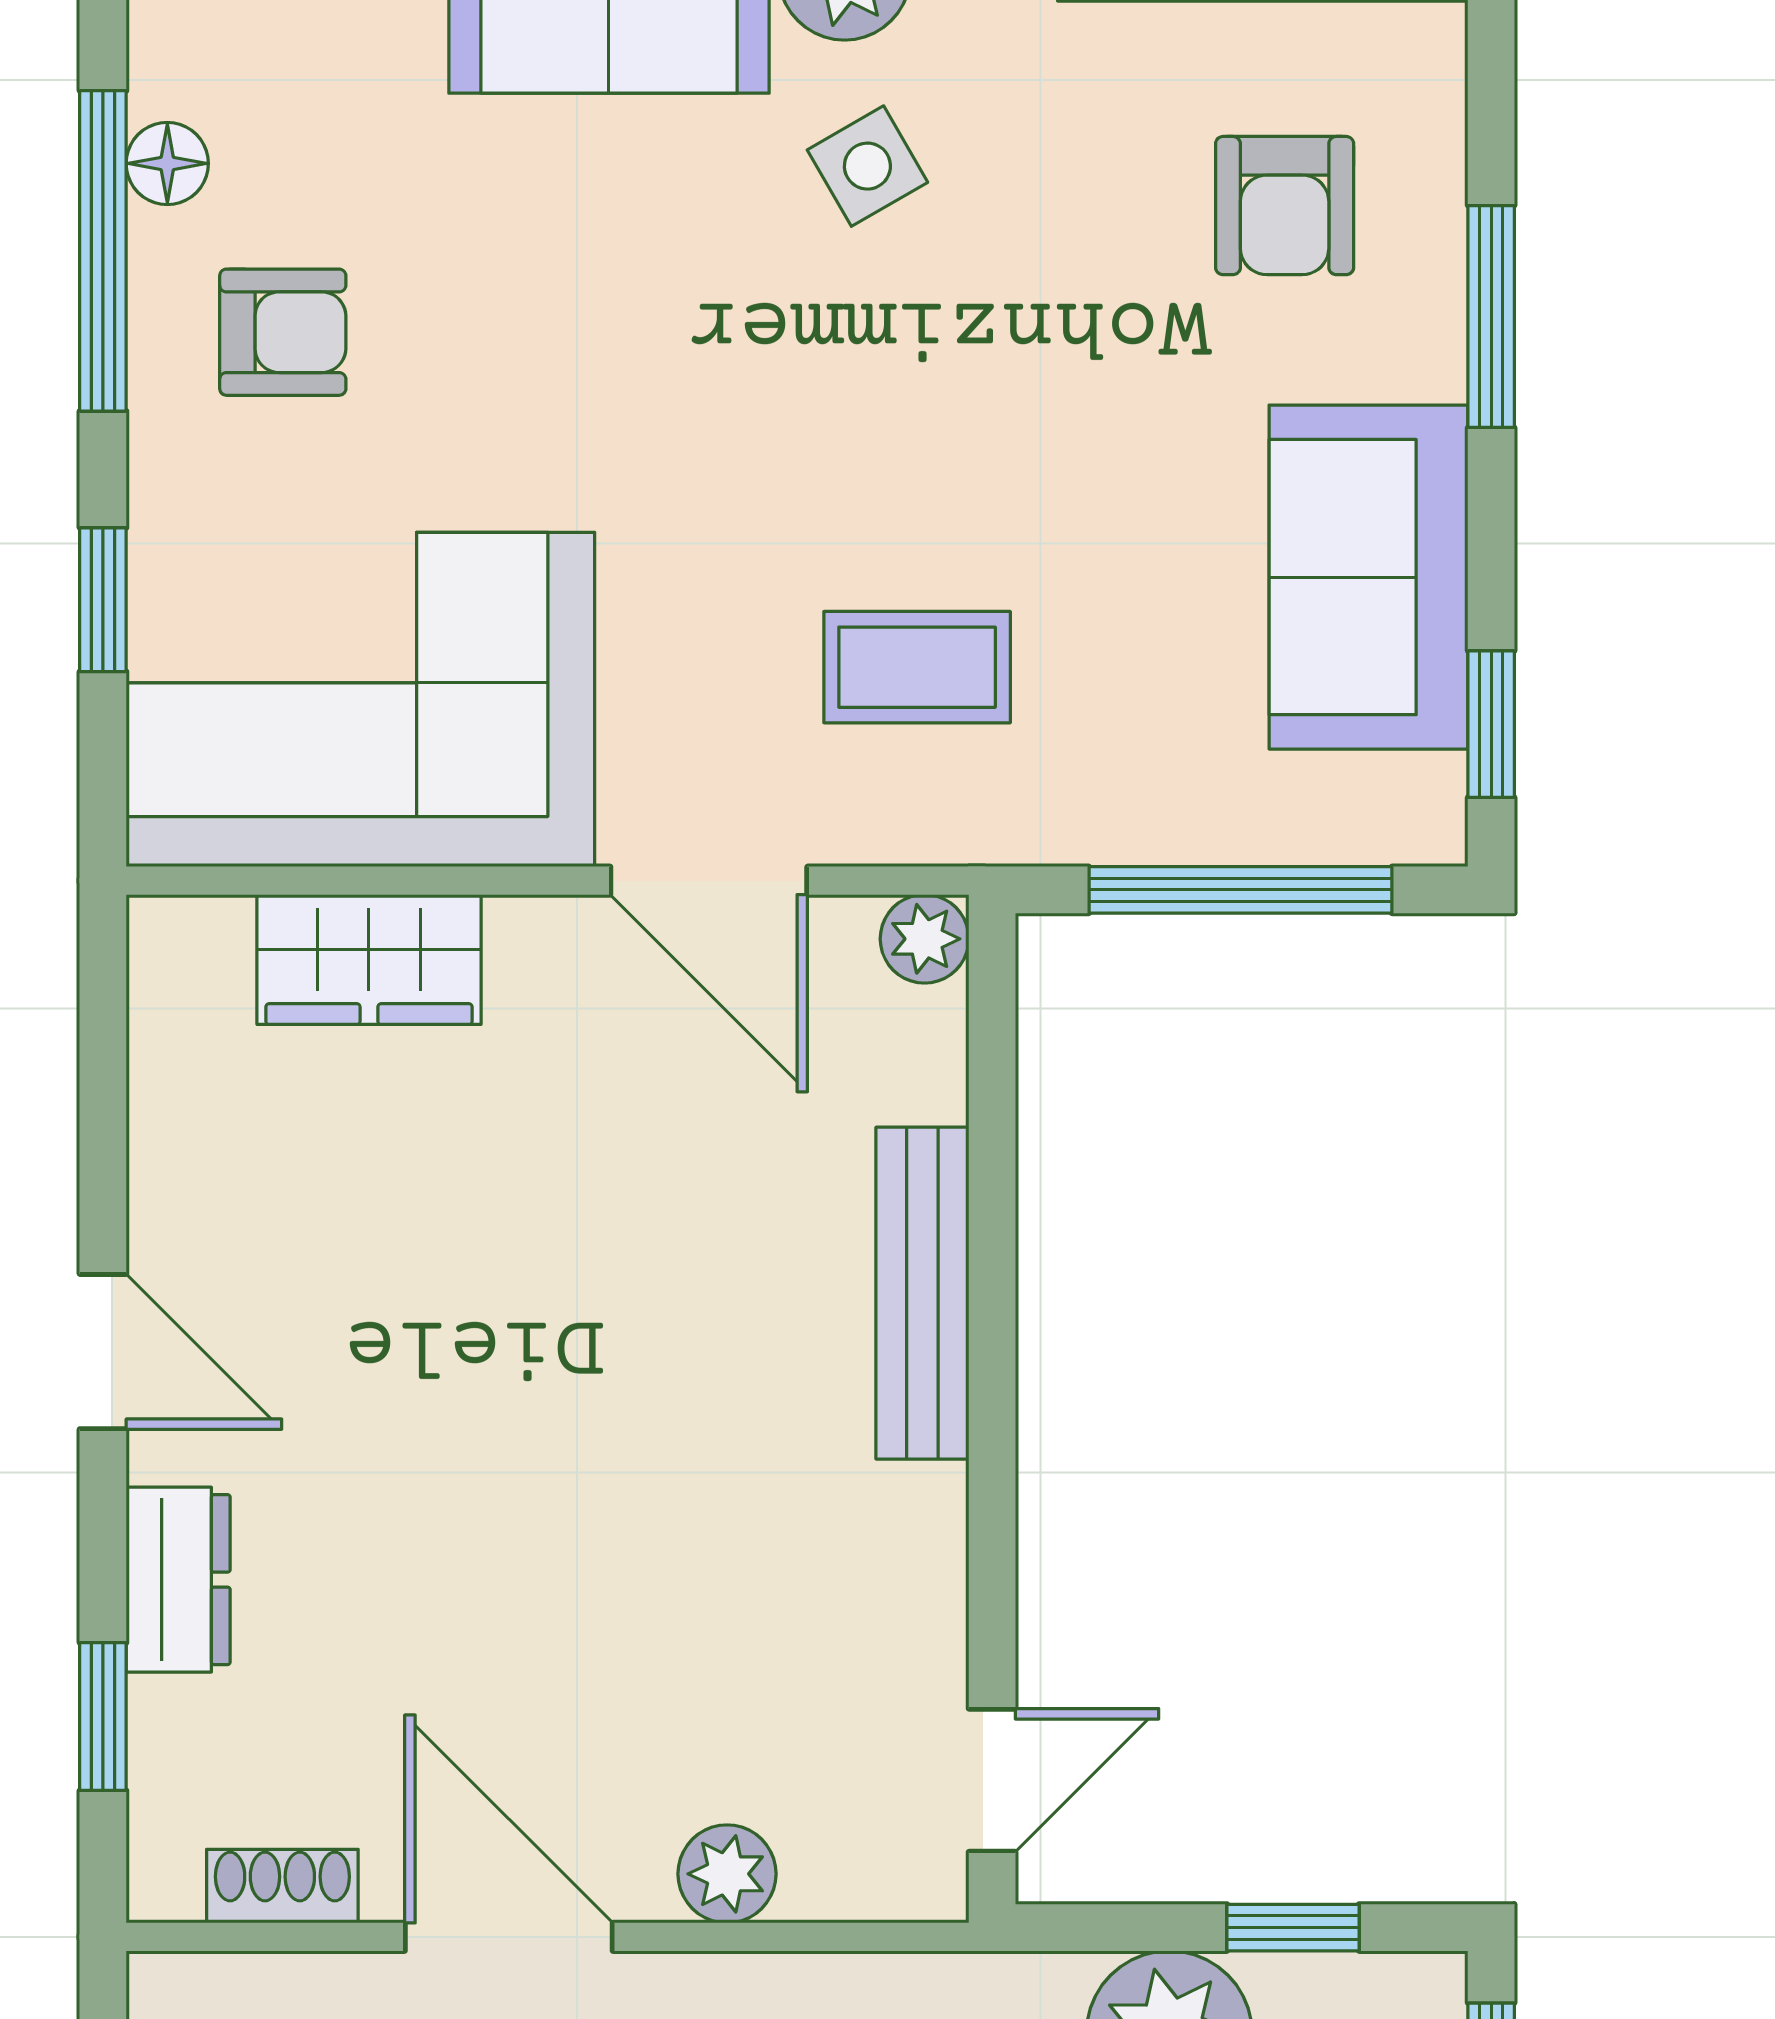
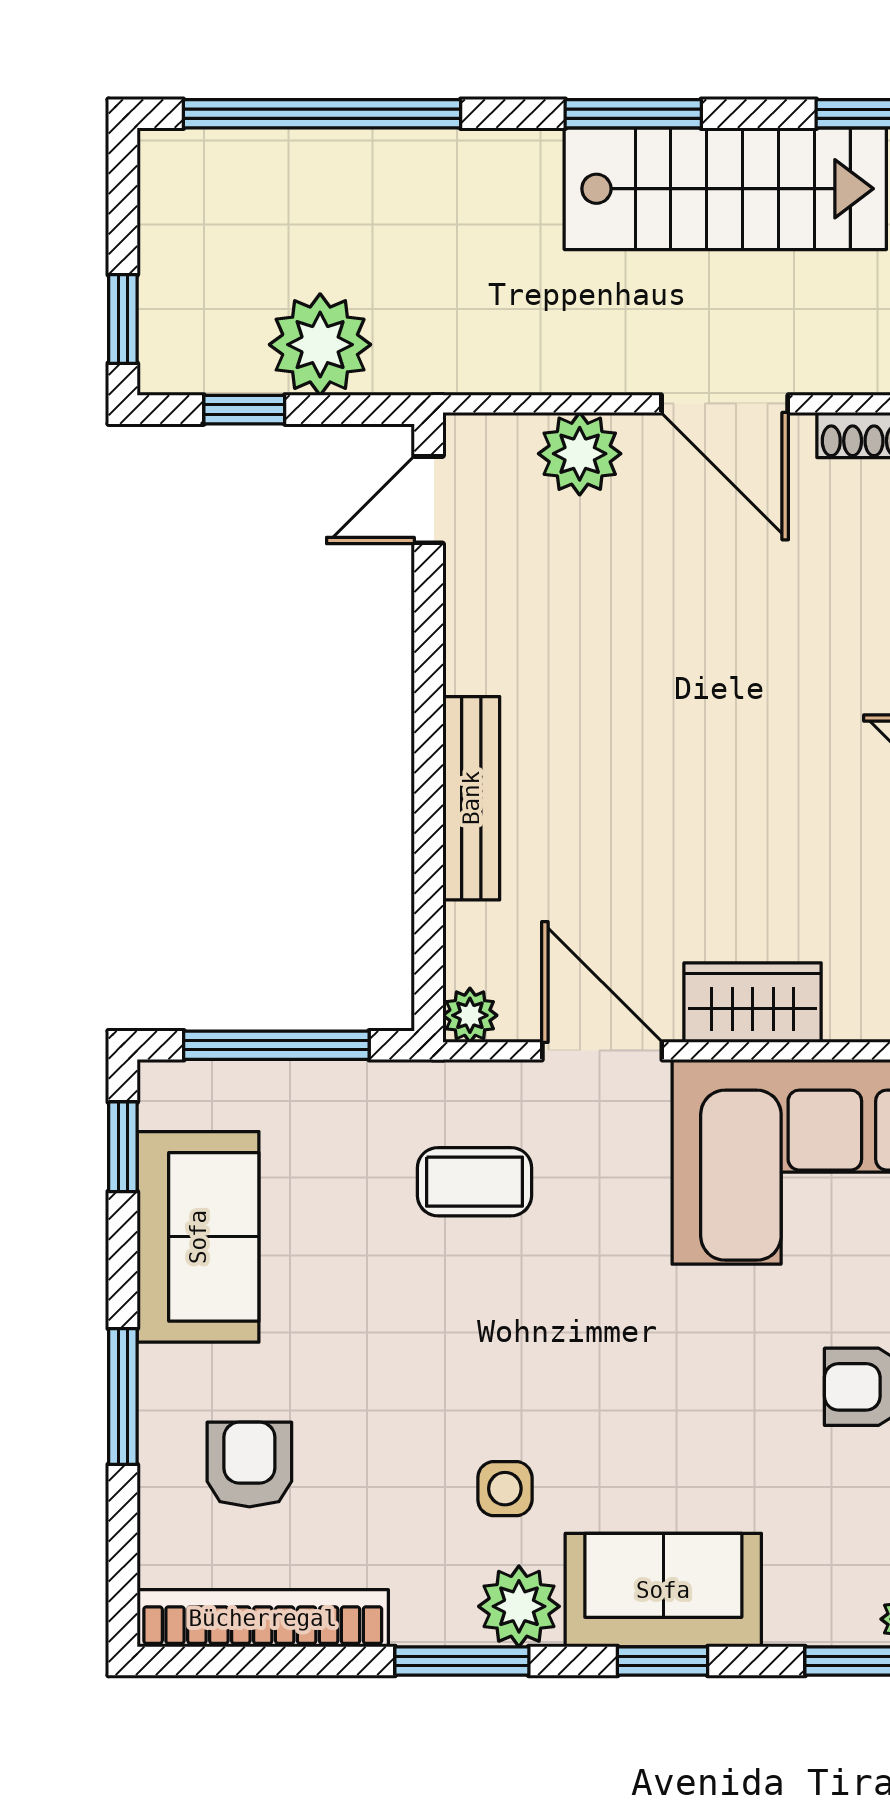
side table: (867, 166) -> (505, 1489), turned 30
wardrobe: (369, 959) -> (753, 1003), moved
plant: (727, 1874) -> (580, 454), width x1.38, depth x1.38

